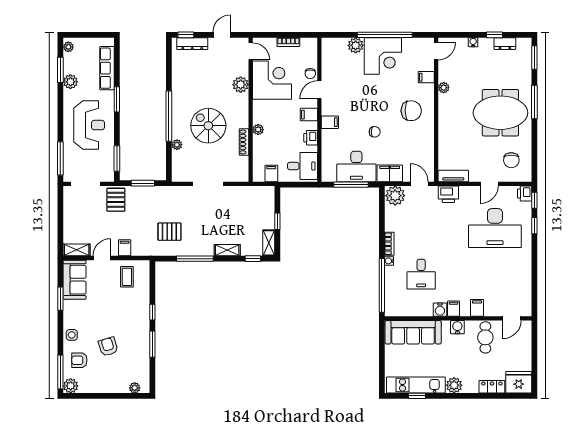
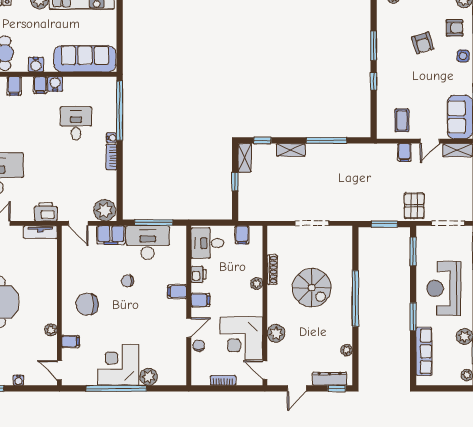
door: (436, 51) -> (59, 370), hinge flipped
plant: (177, 145) -> (347, 350), moved
pallet: (169, 232) -> (355, 170), removed

